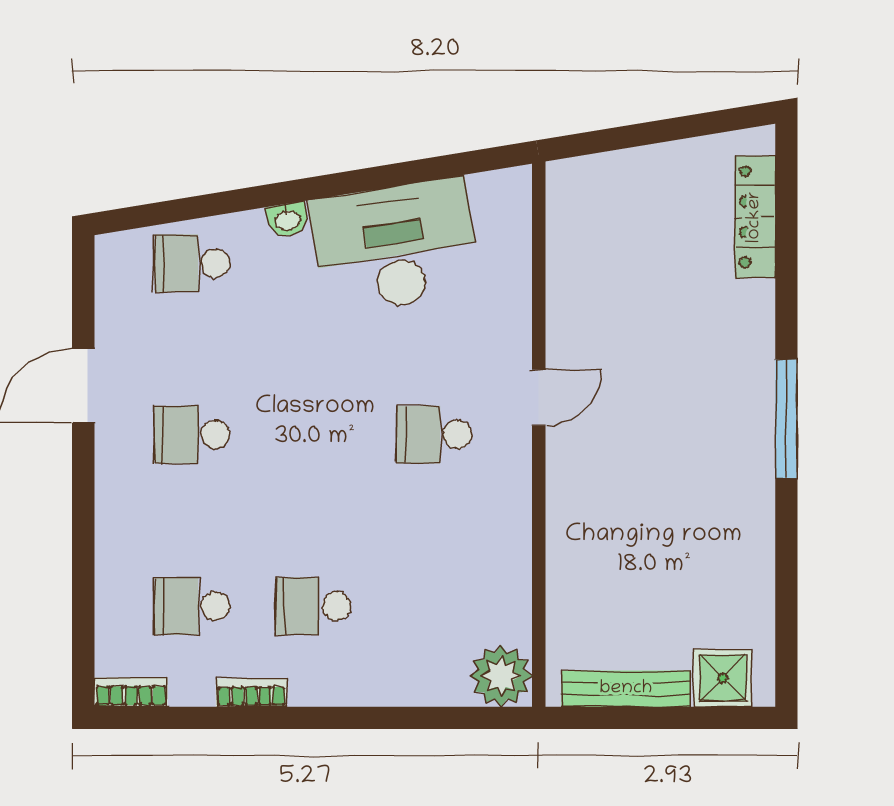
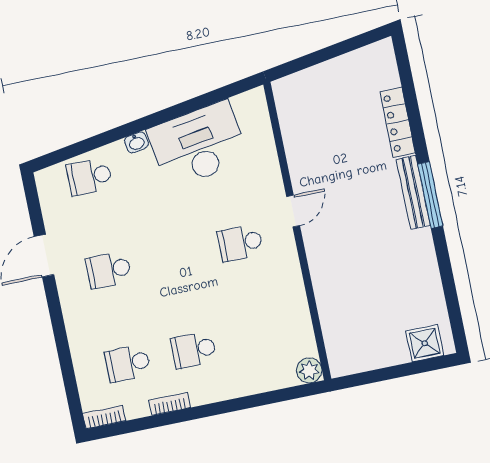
locker: (755, 217) -> (398, 122), moved
plant: (501, 676) -> (309, 370), width x0.73, depth x0.73
bench: (626, 689) -> (413, 192), moved, turned 90

